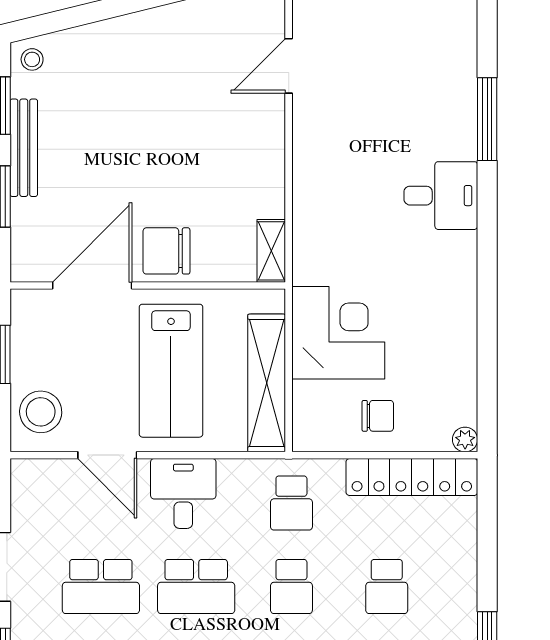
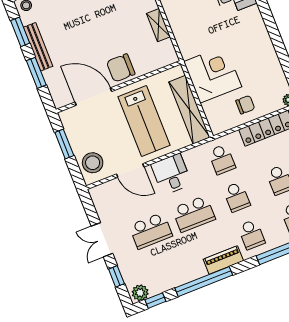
shelving: (271, 251) -> (158, 25), moved
door: (92, 286) -> (93, 97), hinge flipped

